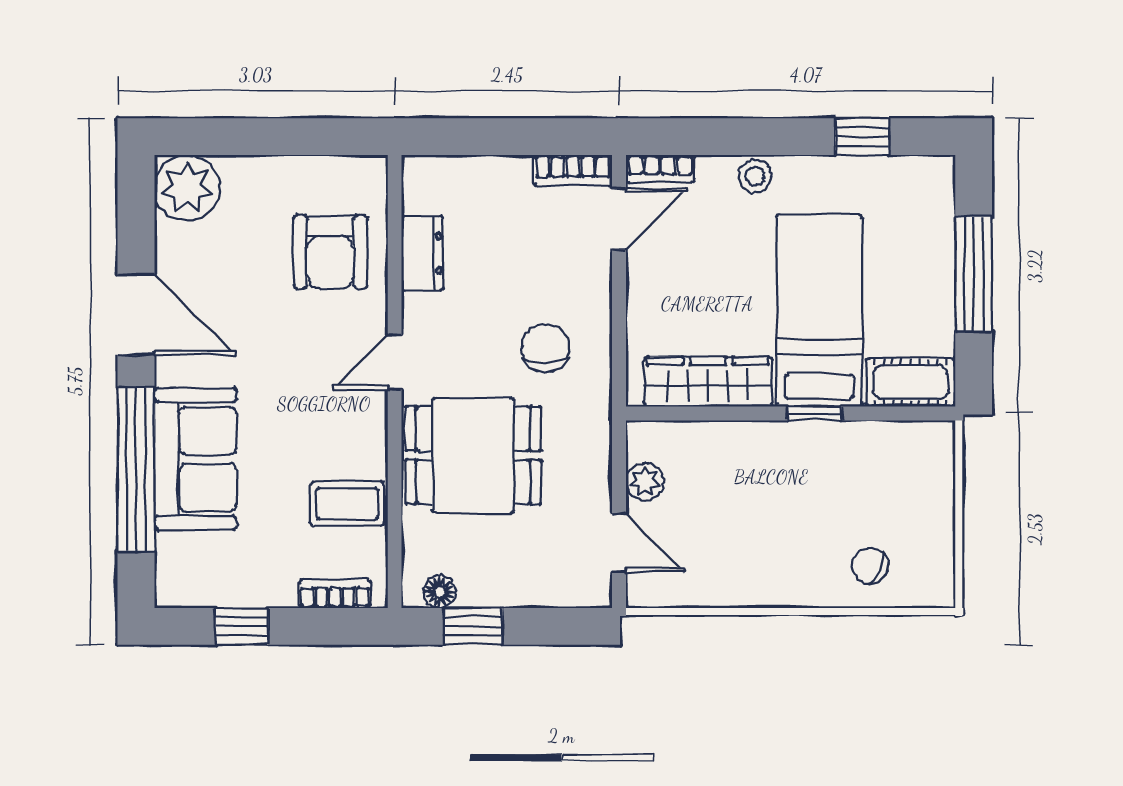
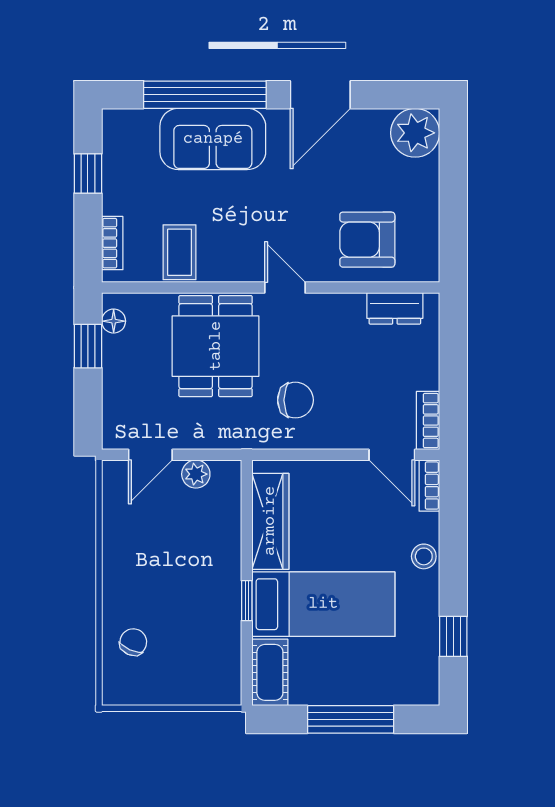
dresser: (423, 253) -> (395, 308), moved

